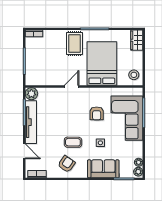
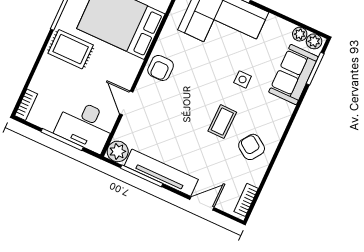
desk: (37, 70) -> (85, 126), added
door: (72, 86) -> (126, 103), moved
armchair: (97, 113) -> (161, 68), moved, turned 90
sofa: (103, 169) -> (293, 74), moved

